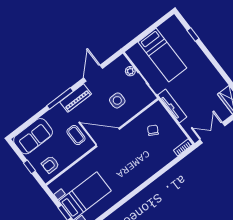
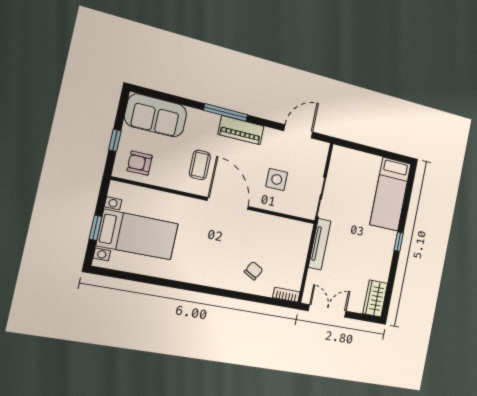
window: (193, 34) -> (399, 242), moved
bed: (162, 55) -> (390, 194), moved
plant: (130, 71) -> (319, 167), removed
door: (93, 73) -> (298, 131), moved
chair: (153, 130) -> (254, 271), moved

